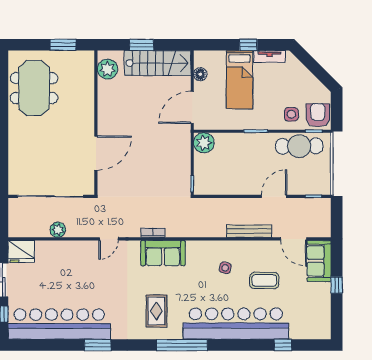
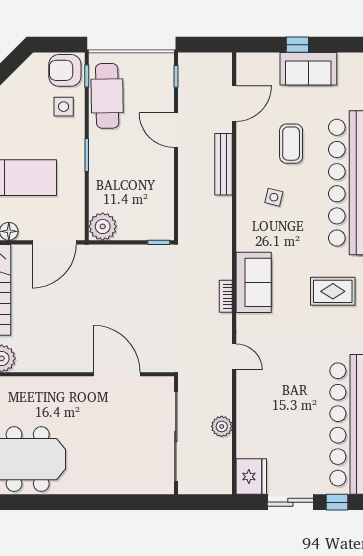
door: (192, 107) -> (54, 242), hinge flipped
sofa: (319, 261) -> (308, 69), moved

